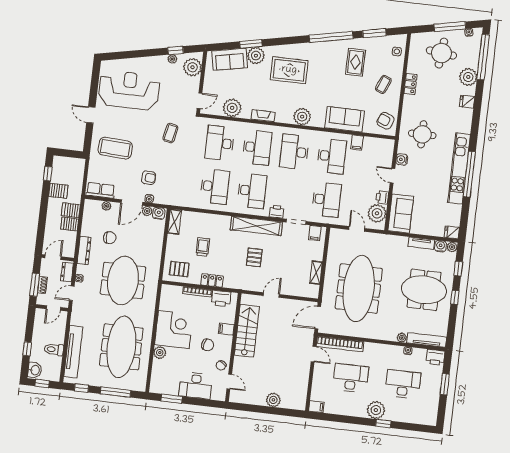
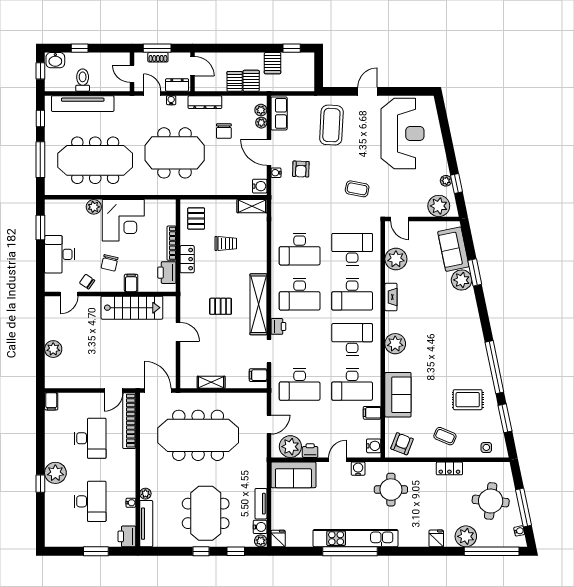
rug: (289, 70) -> (449, 322), removed
water cooler: (384, 144) -> (374, 446), added
plant: (147, 211) -> (261, 110), moved

